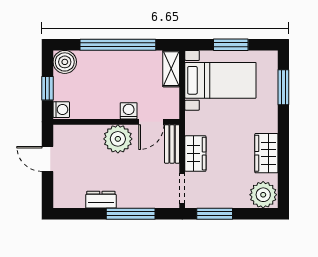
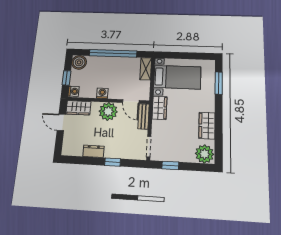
window: (231, 45) -> (185, 56), removed
washing machine: (129, 111) -> (102, 93), moved
door: (151, 122) -> (131, 101), hinge flipped
wardrobe: (72, 135) -> (78, 108), added
wardrobe: (195, 154) -> (160, 108), moved
window: (131, 214) -> (113, 162), width x0.46
window: (215, 214) -> (170, 165), width x0.67

